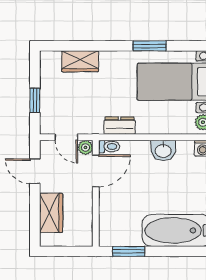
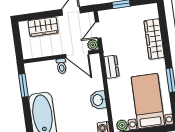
wardrobe: (80, 61) -> (154, 39), width x1.50
toilet: (109, 147) -> (61, 66), moved

